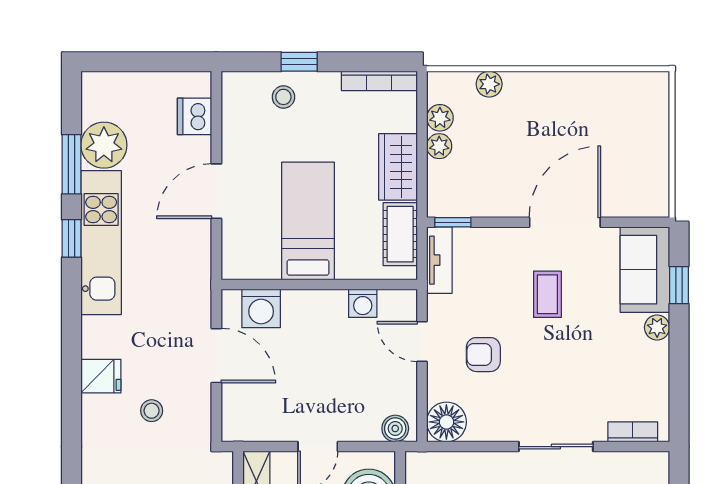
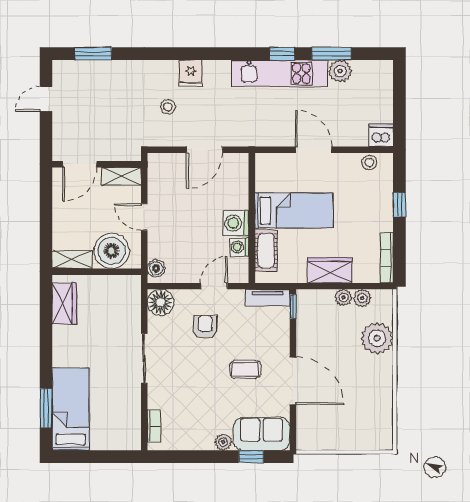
plant: (489, 84) -> (377, 338), width x1.88, depth x1.88
stool: (283, 97) -> (369, 163), moved
dishwasher: (195, 116) -> (381, 135), moved
plant: (104, 145) -> (340, 71), width x0.73, depth x0.73
cot: (400, 234) -> (266, 251), moved, turned 90
washing machine: (261, 308) -> (236, 223), moved
sliding door: (556, 447) -> (144, 358), moved

